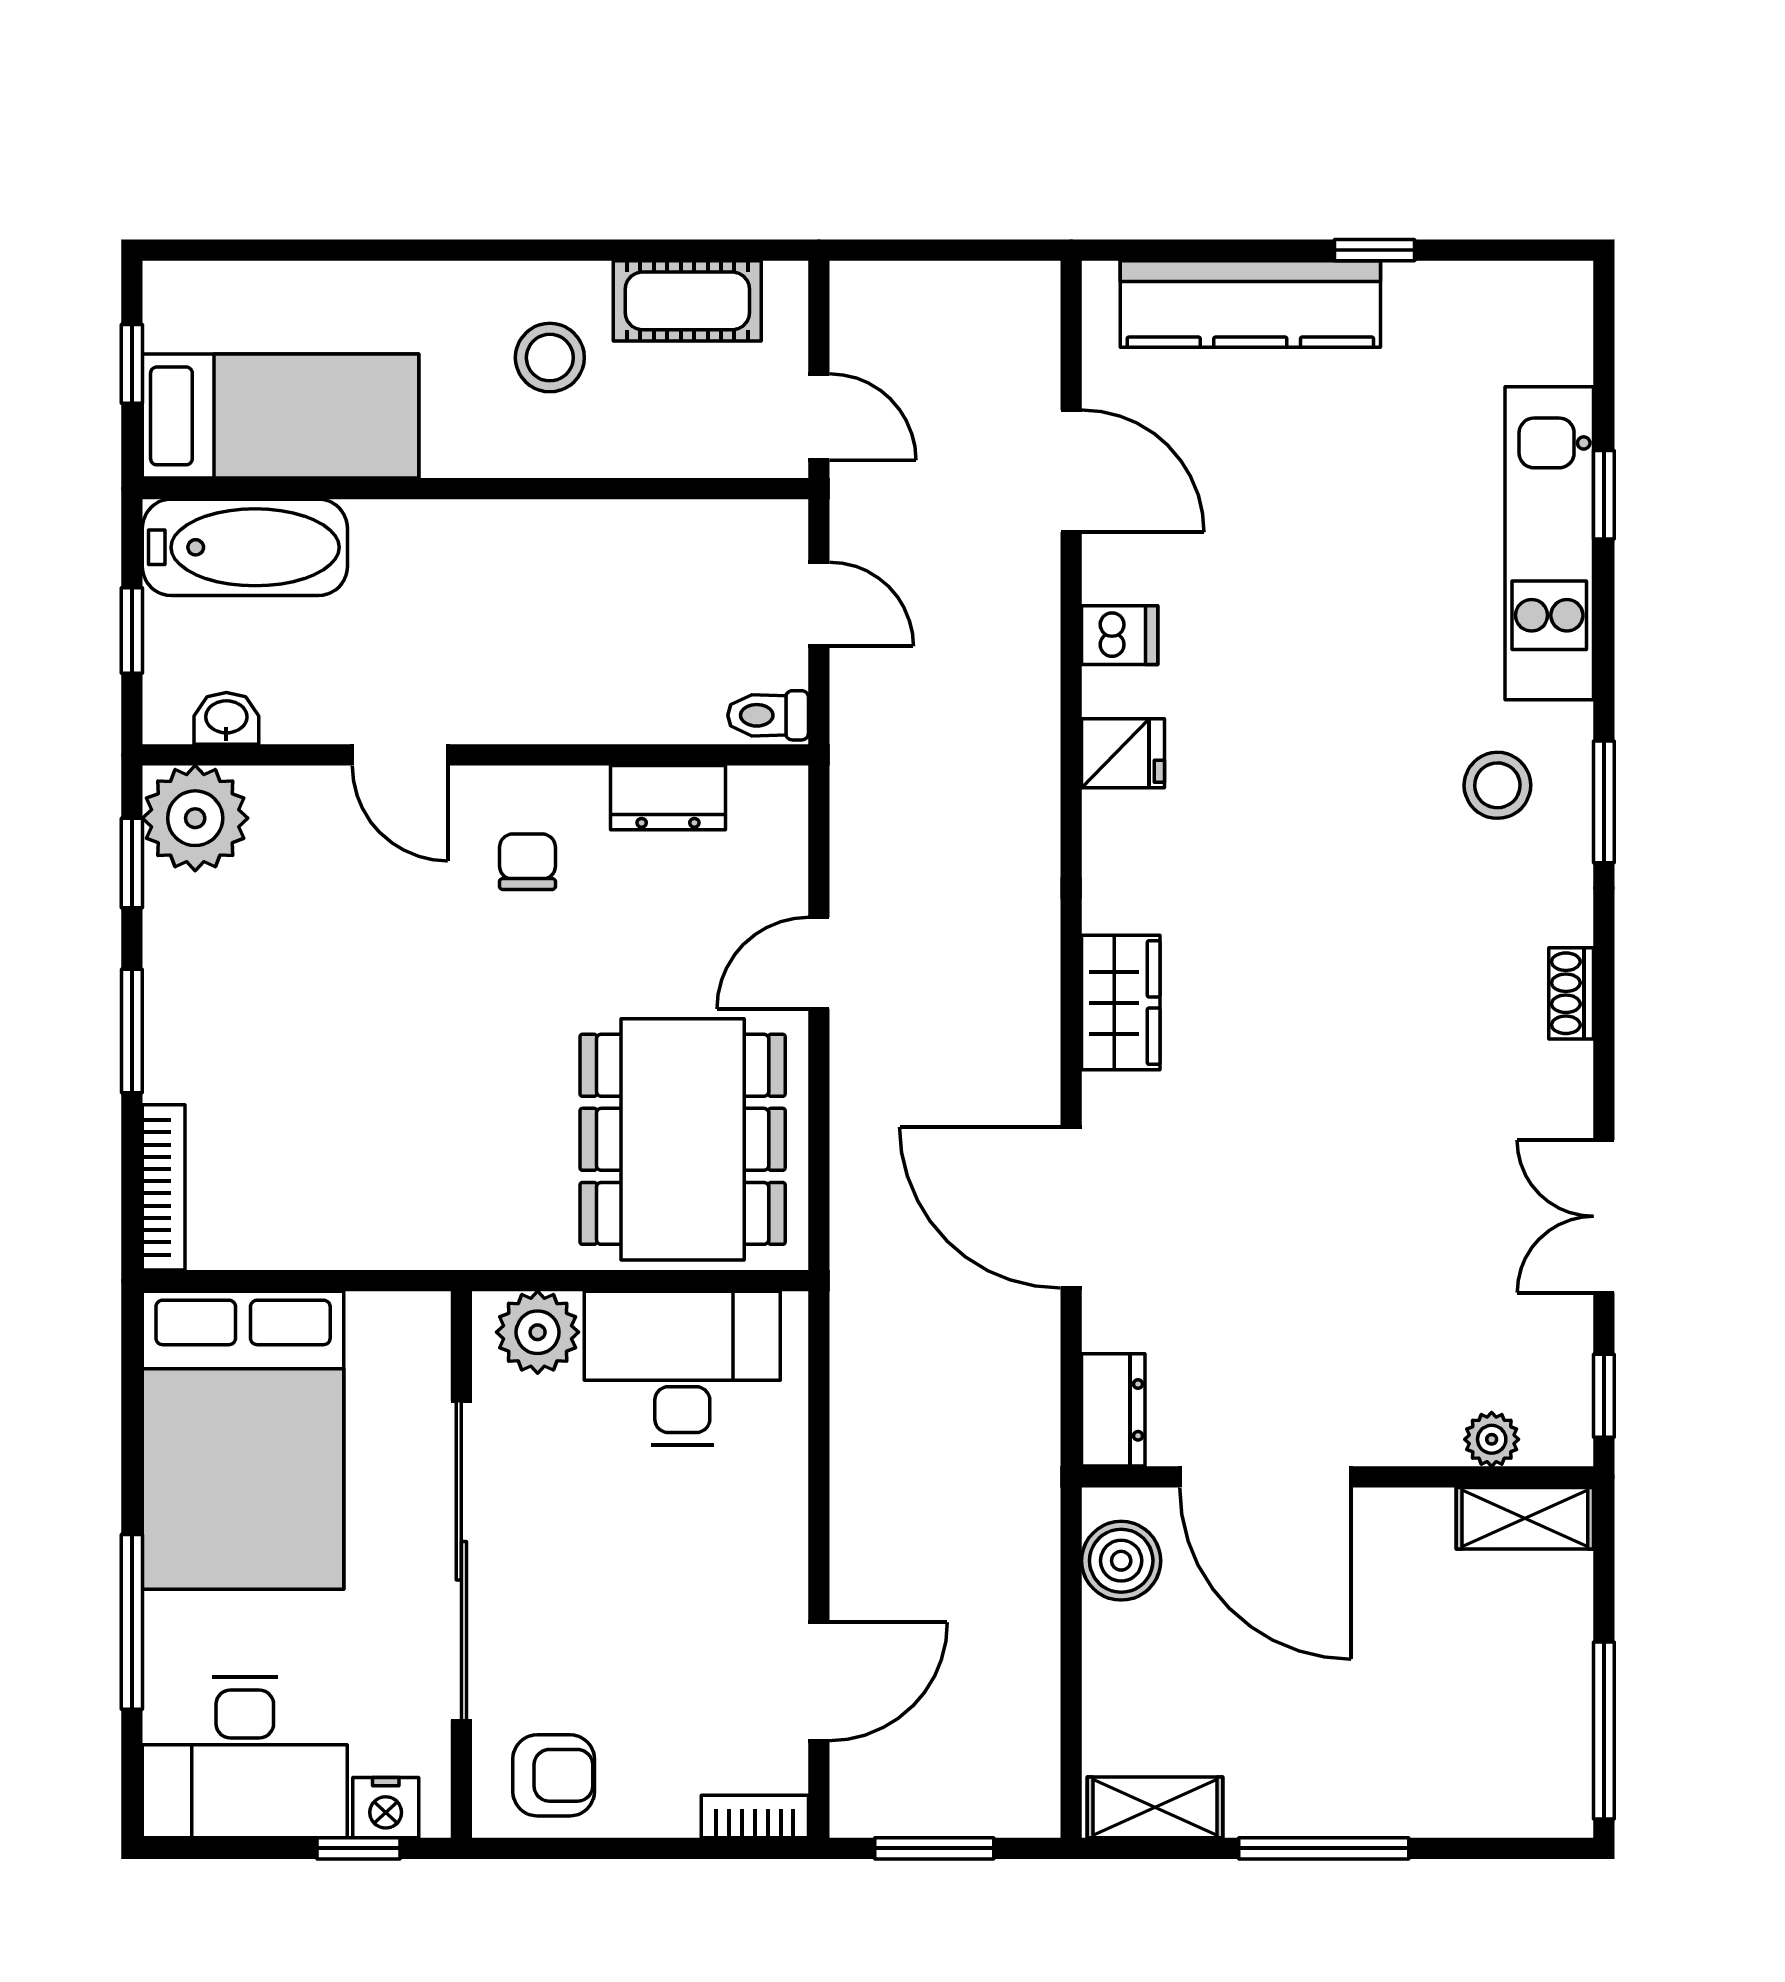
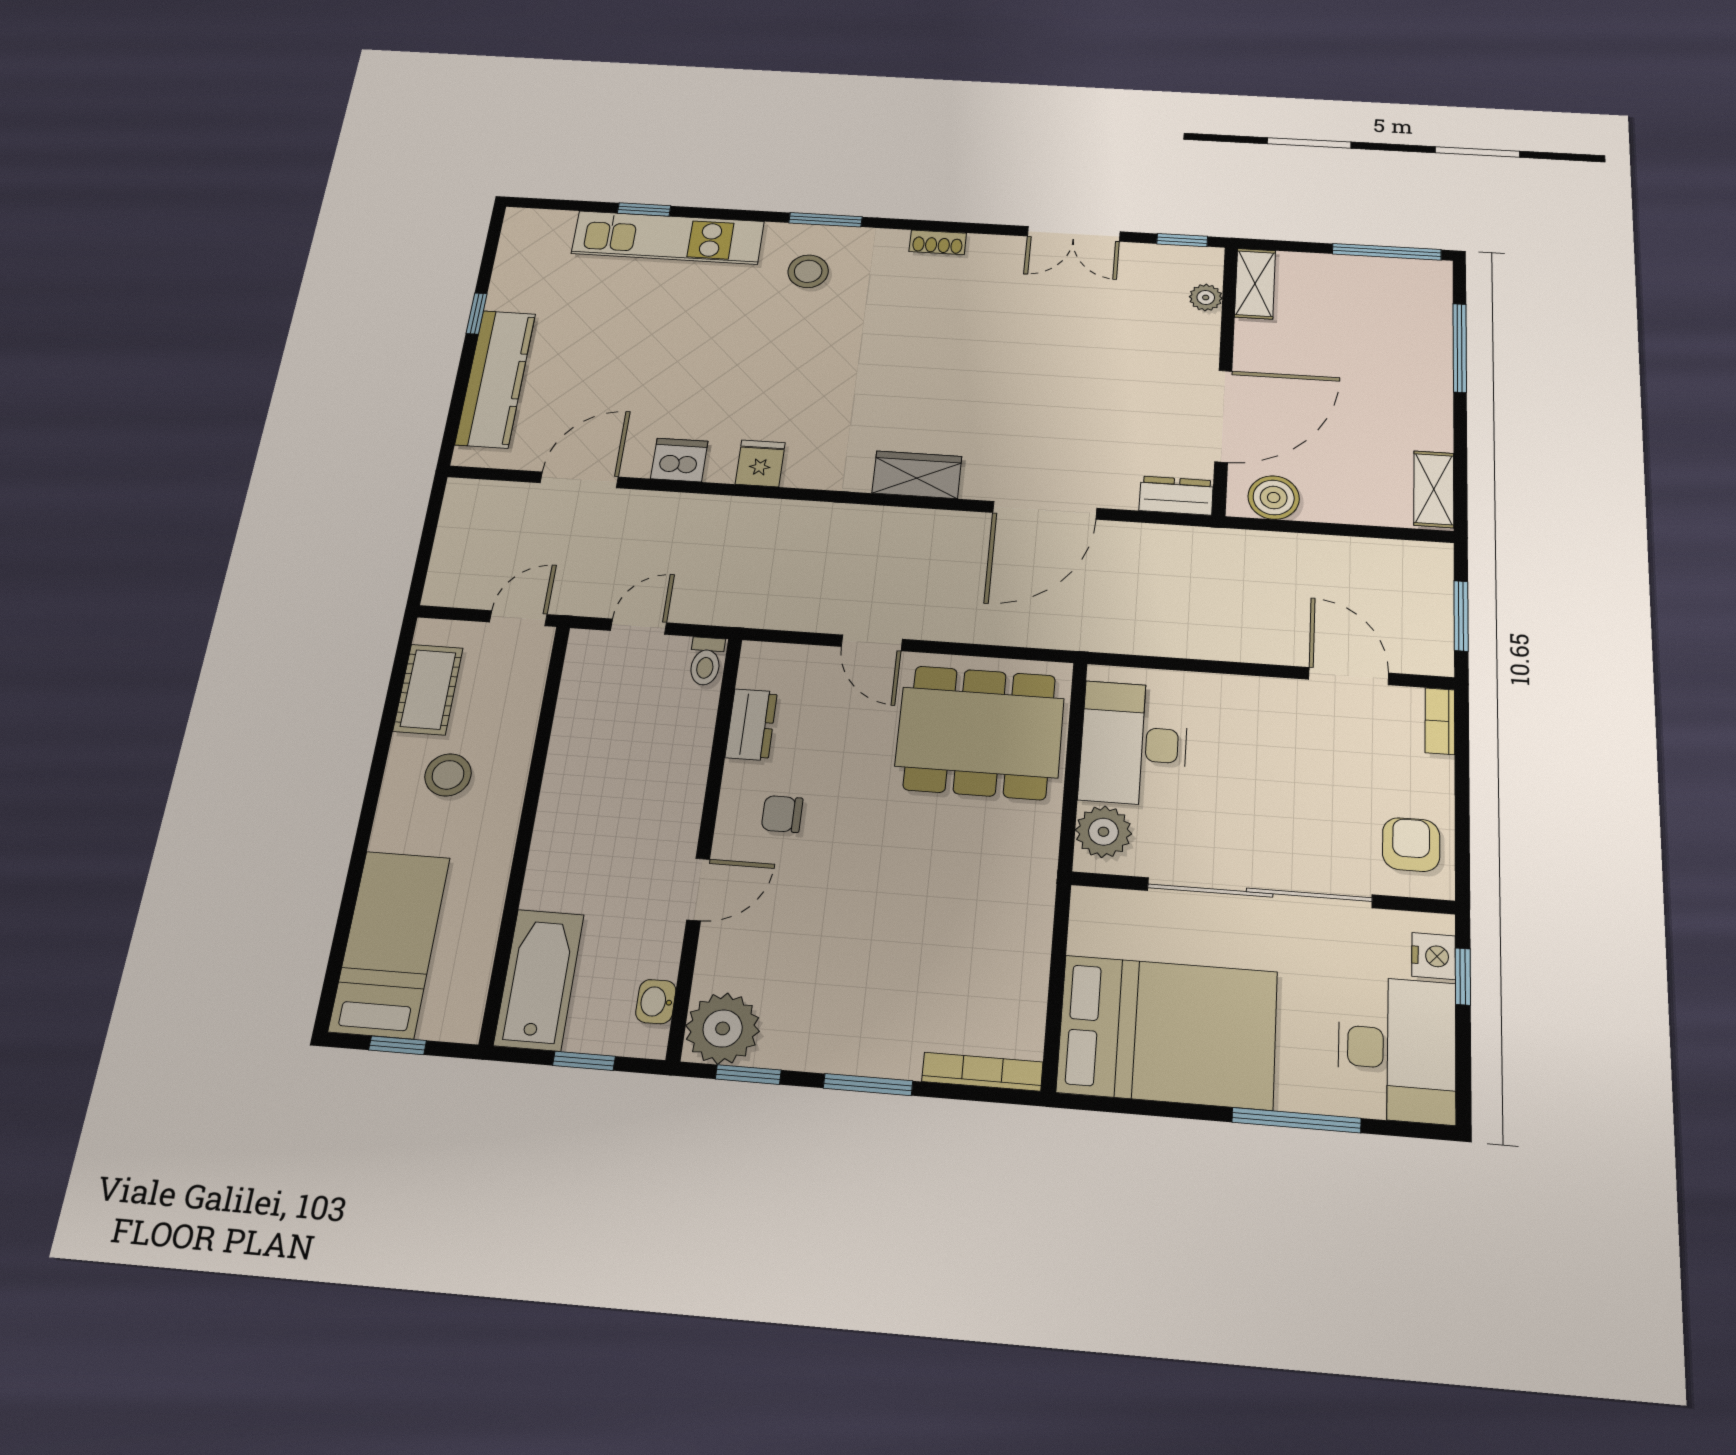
bed: (281, 416) -> (390, 944), moved
dishwasher: (1120, 635) -> (679, 460), width x1.38
window: (1324, 1848) -> (1460, 348), moved

